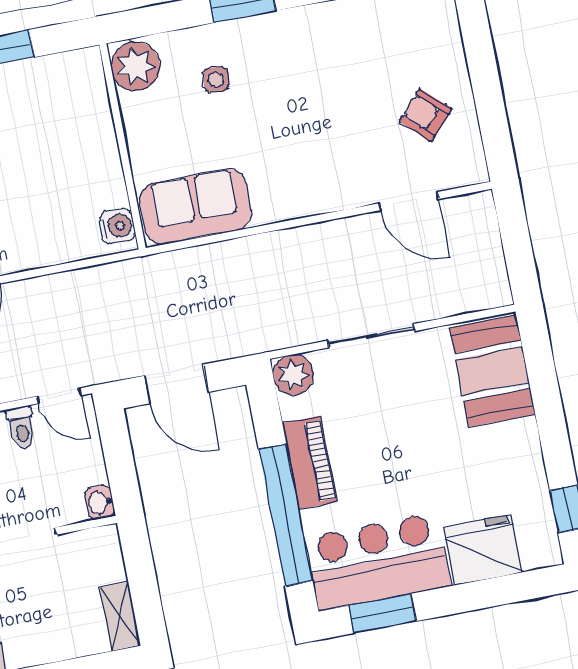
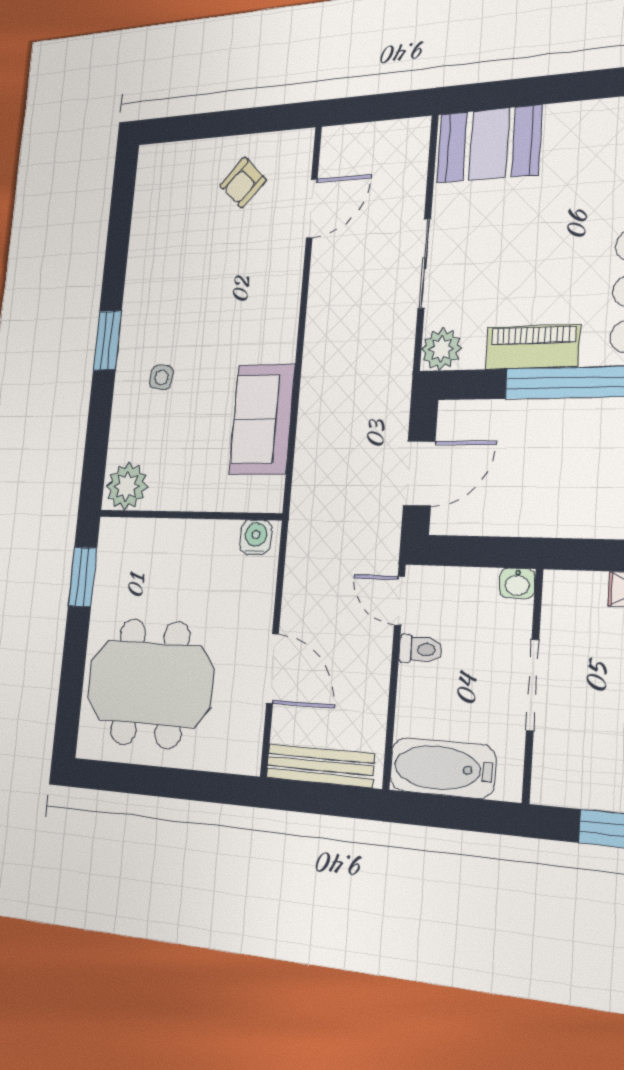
plant: (136, 66) -> (127, 486), moved
wall: (123, 146) -> (189, 515), moved
water cooler: (117, 226) -> (256, 537), moved
door: (59, 396) -> (400, 601), swing flipped

